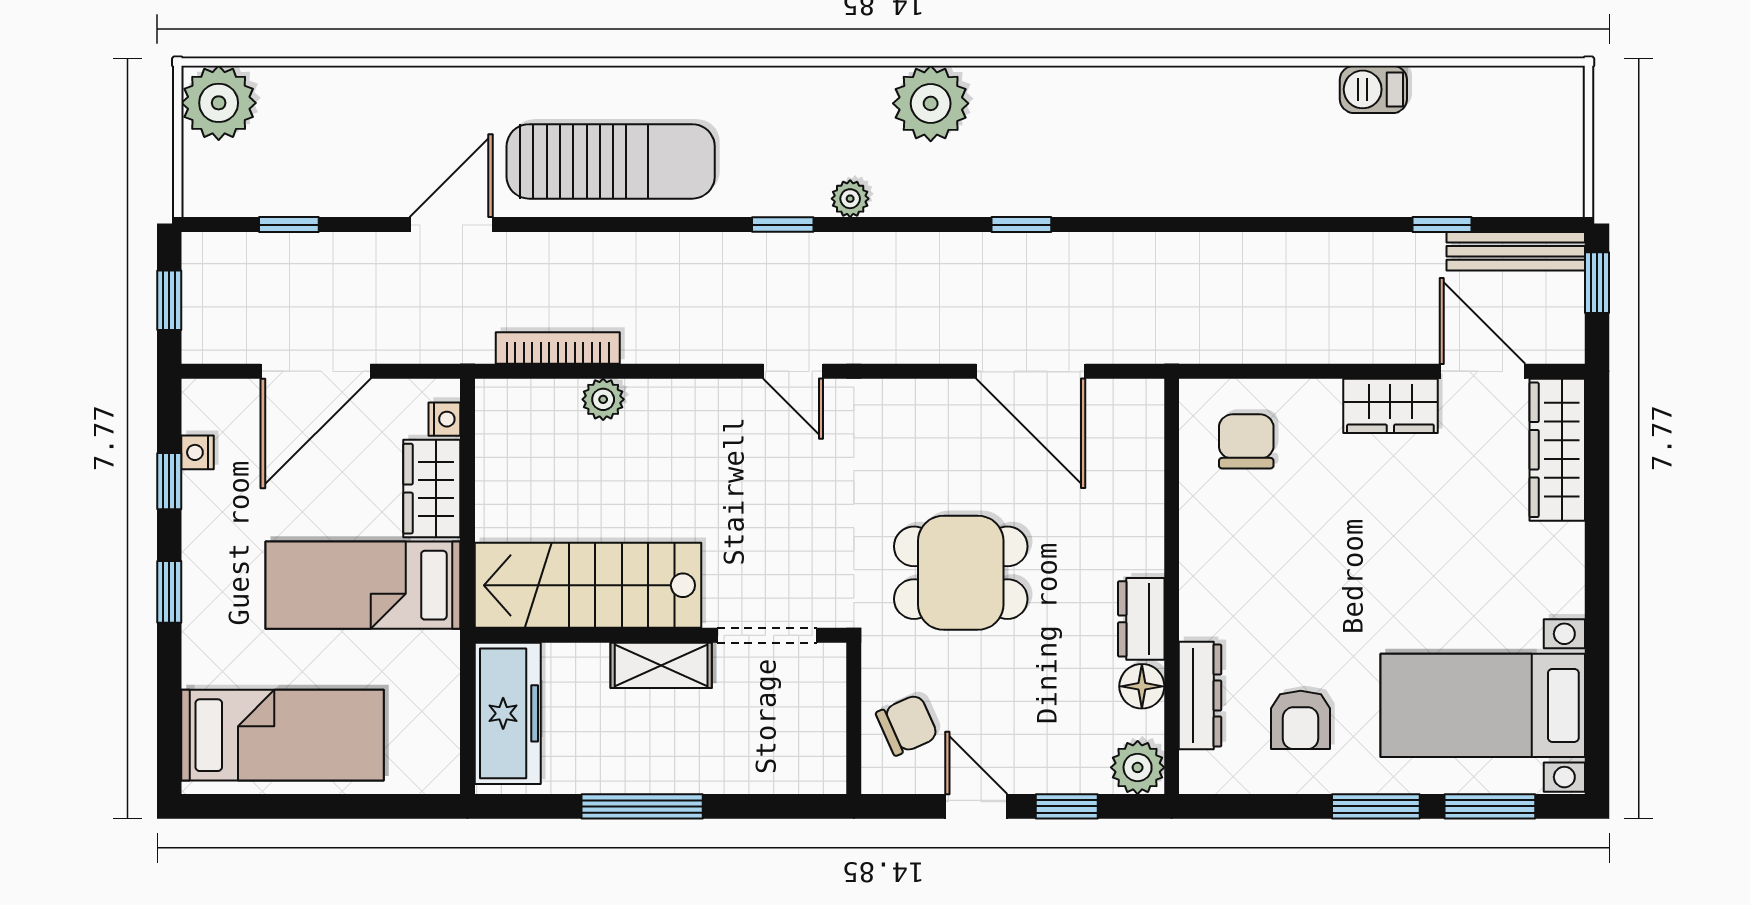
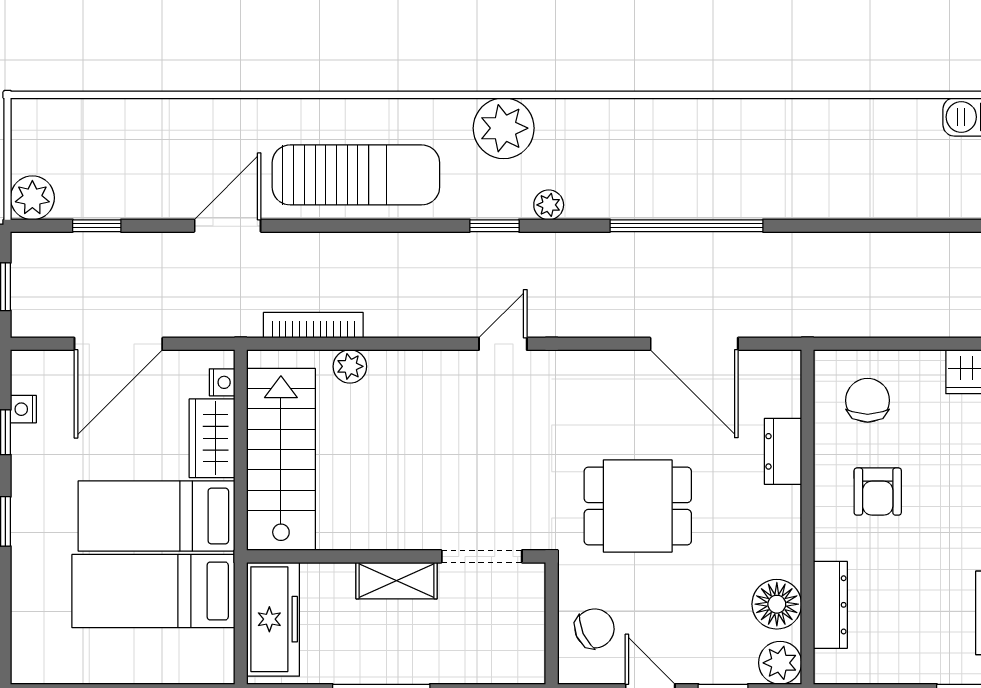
plant: (219, 103) -> (32, 198), moved, width x0.73, depth x0.73
plant: (931, 103) -> (504, 128), moved
window: (1021, 225) -> (686, 226), width x3.17
door: (793, 371) -> (503, 344), swing flipped
stairs: (588, 585) -> (281, 459), moved, turned 90
dresser: (1141, 619) -> (783, 451), moved
floor lamp: (1142, 686) -> (777, 604), width x1.38, depth x1.38
armchair: (1301, 720) -> (878, 492), moved
bed: (283, 735) -> (153, 591), moved, turned 180

